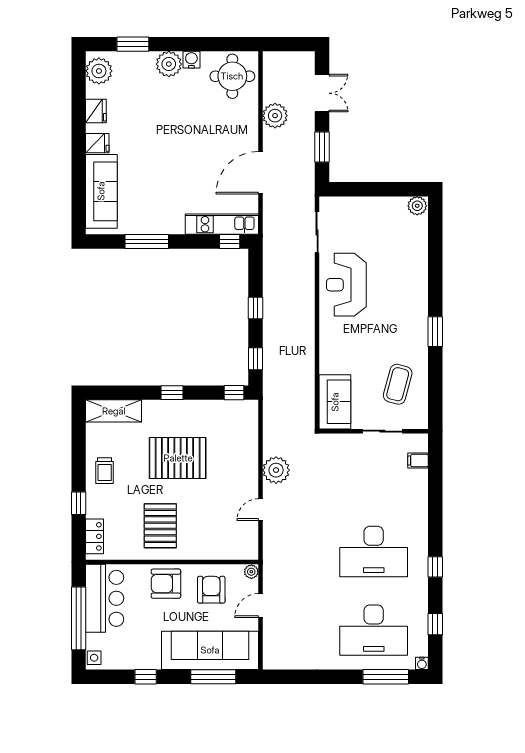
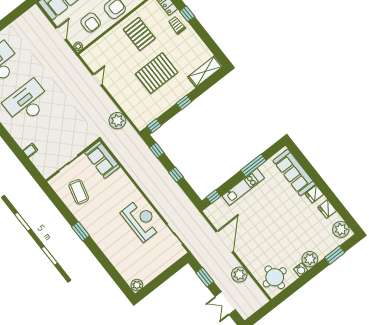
kitchen unit: (222, 224) -> (243, 187), moved
filing cabinet: (418, 461) -> (30, 150), moved
plant: (276, 470) -> (117, 121), moved
trolley: (105, 471) -> (177, 25), moved

